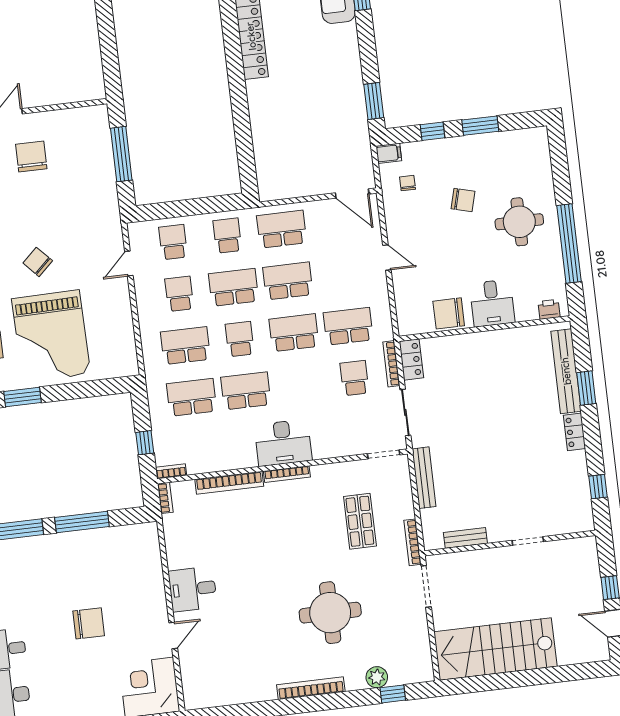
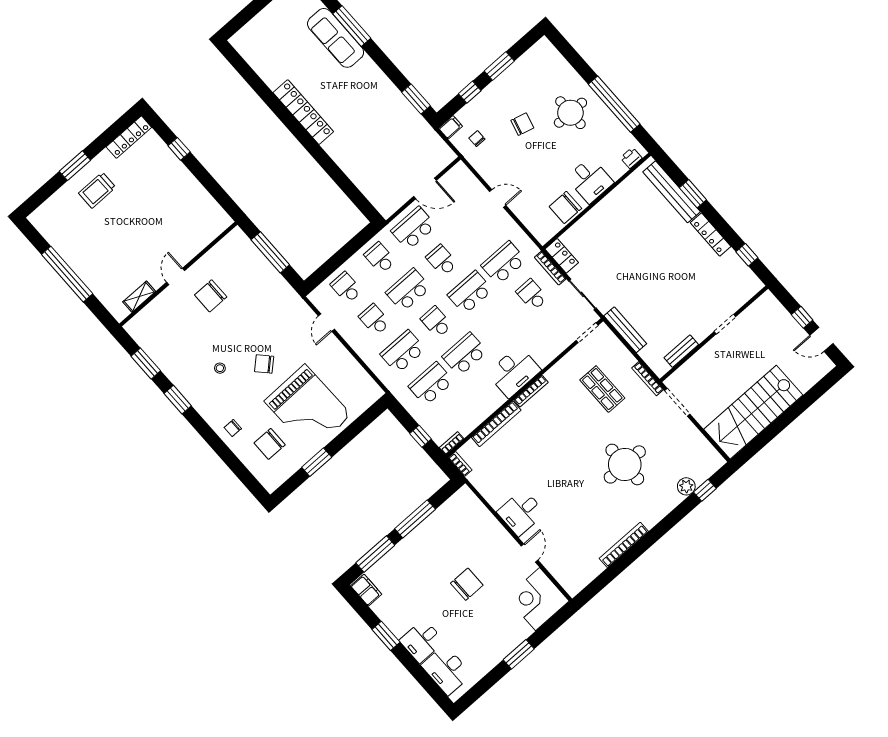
chair: (31, 157) -> (211, 296), turned -90
door: (352, 193) -> (425, 188), moved
school desk: (288, 281) -> (442, 260), width x0.54
locker: (574, 432) -> (711, 235), width x1.53
bookcase: (311, 688) -> (624, 545), moved

